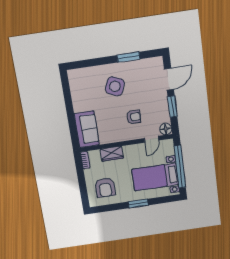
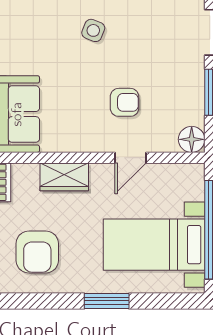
side table: (115, 86) -> (93, 30), width x0.54, depth x0.54
door: (152, 139) -> (131, 158), moved

